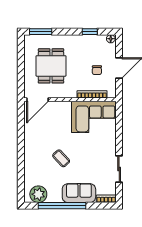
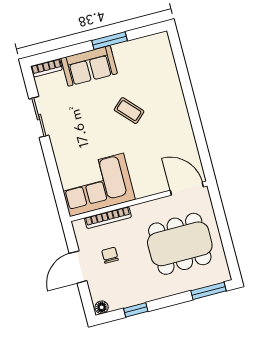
dining table: (51, 66) -> (180, 244), width x1.38
door: (38, 100) -> (187, 189), hinge flipped
plant: (38, 194) -> (149, 48), removed
window: (62, 206) -> (109, 41), width x0.47

